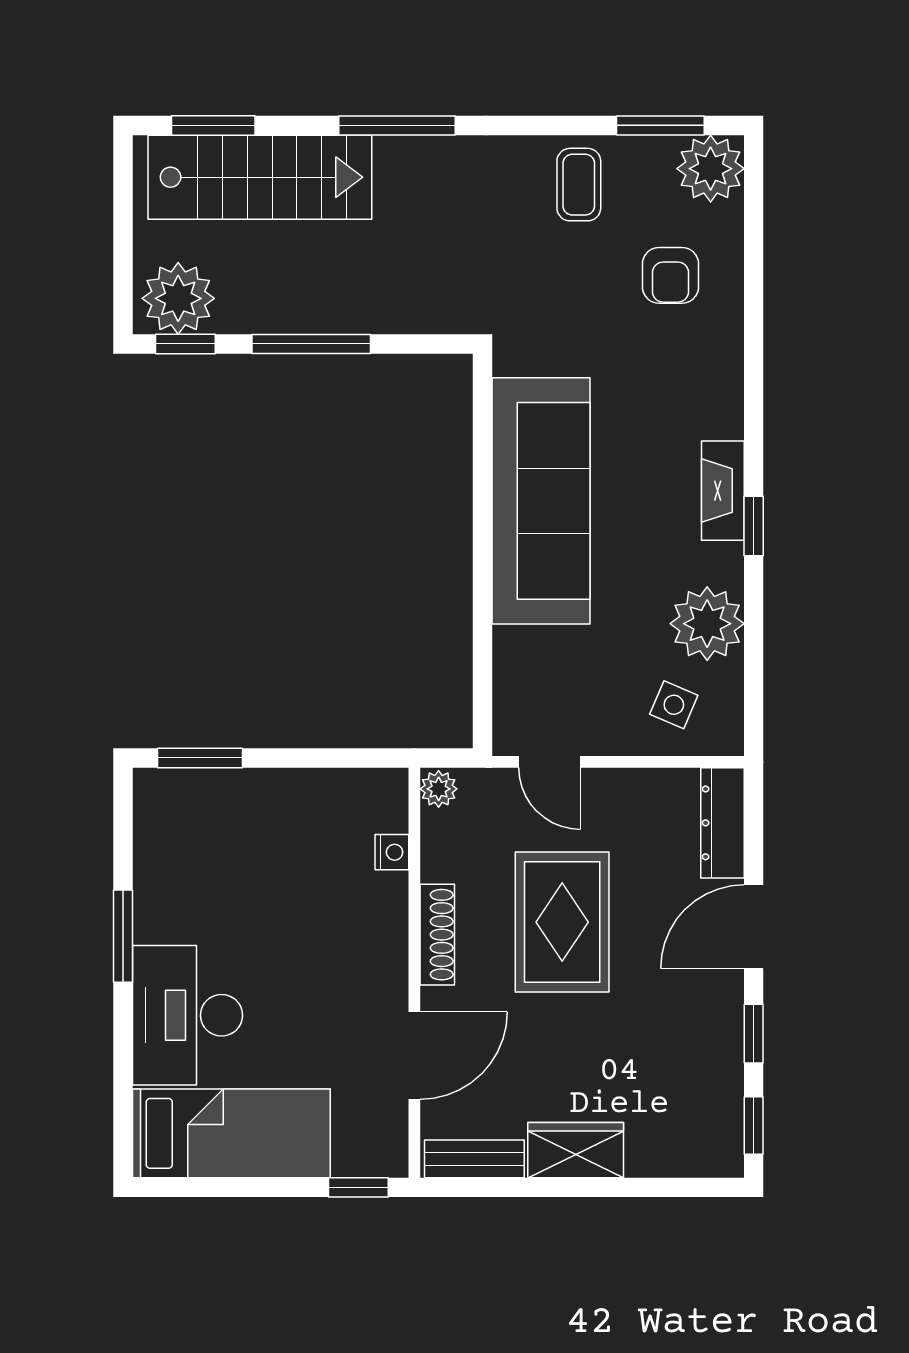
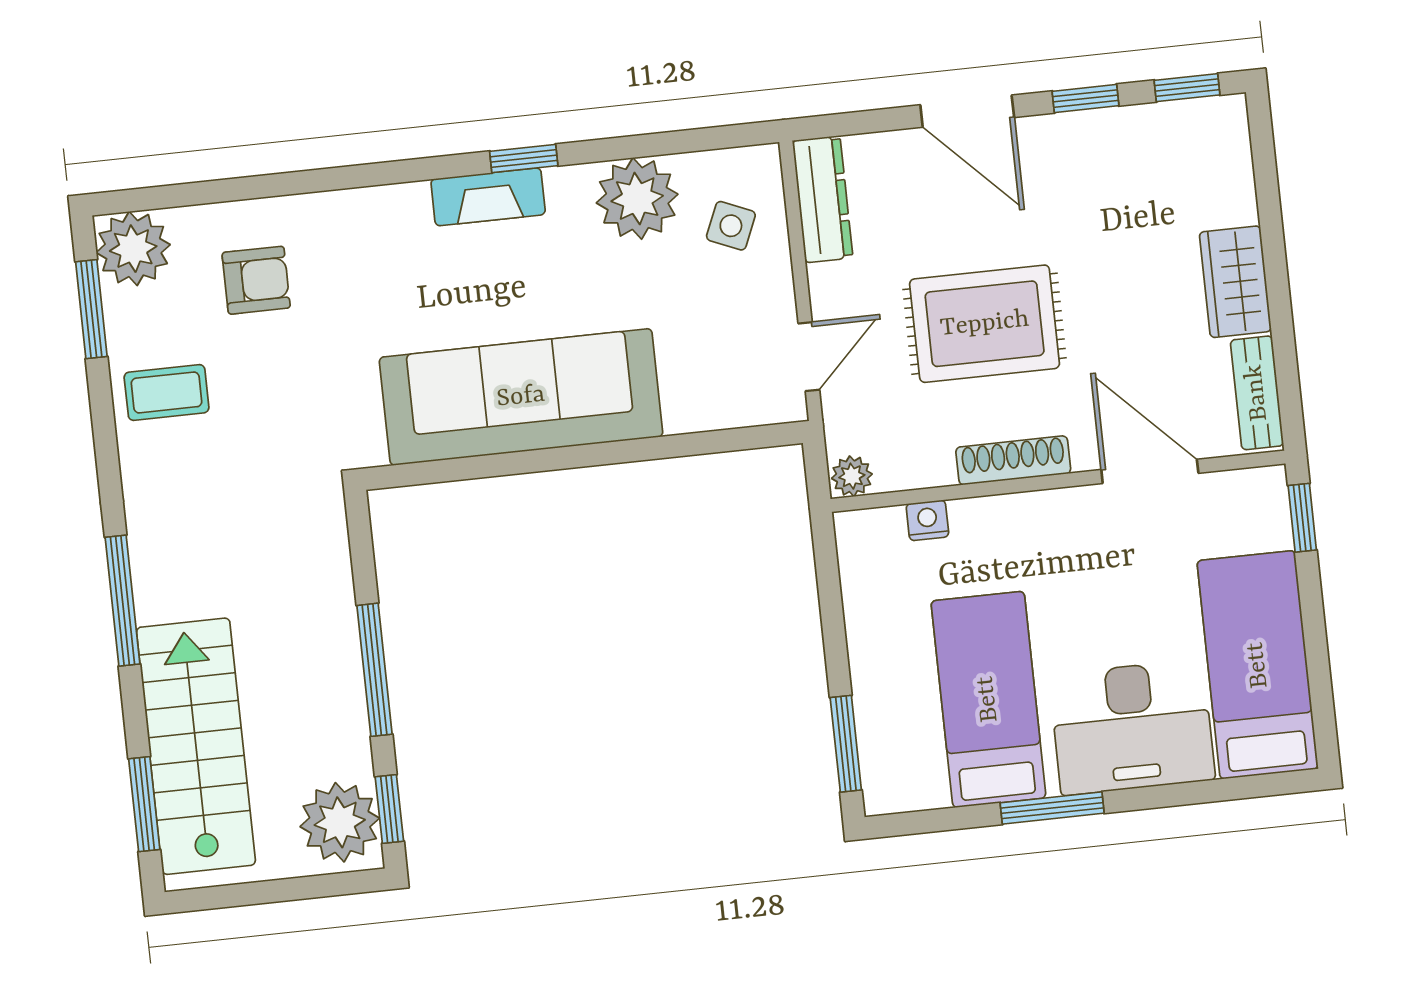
dresser: (722, 823) -> (823, 199), moved, turned -90
bed: (226, 890) -> (988, 699), added

